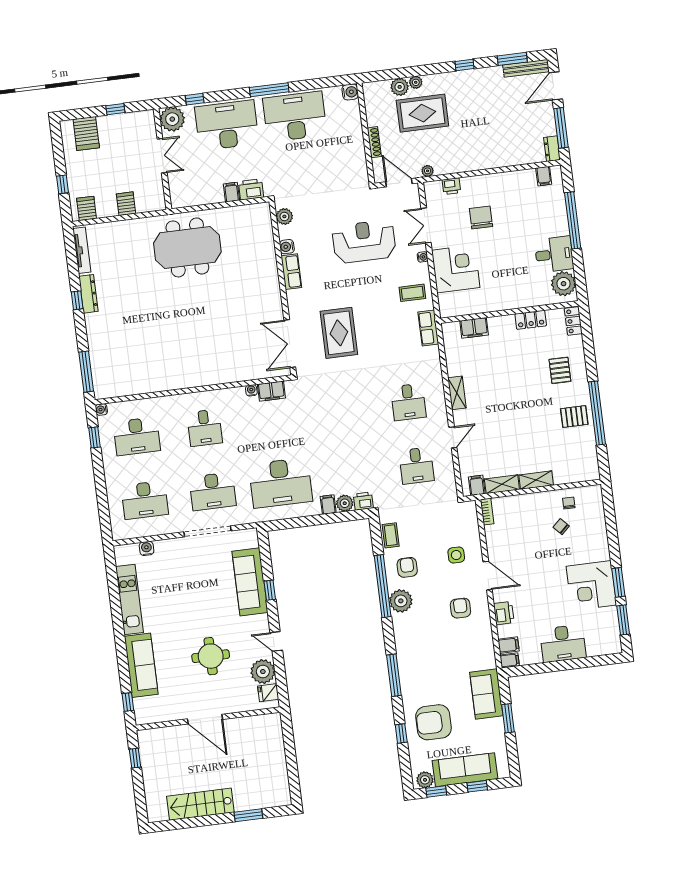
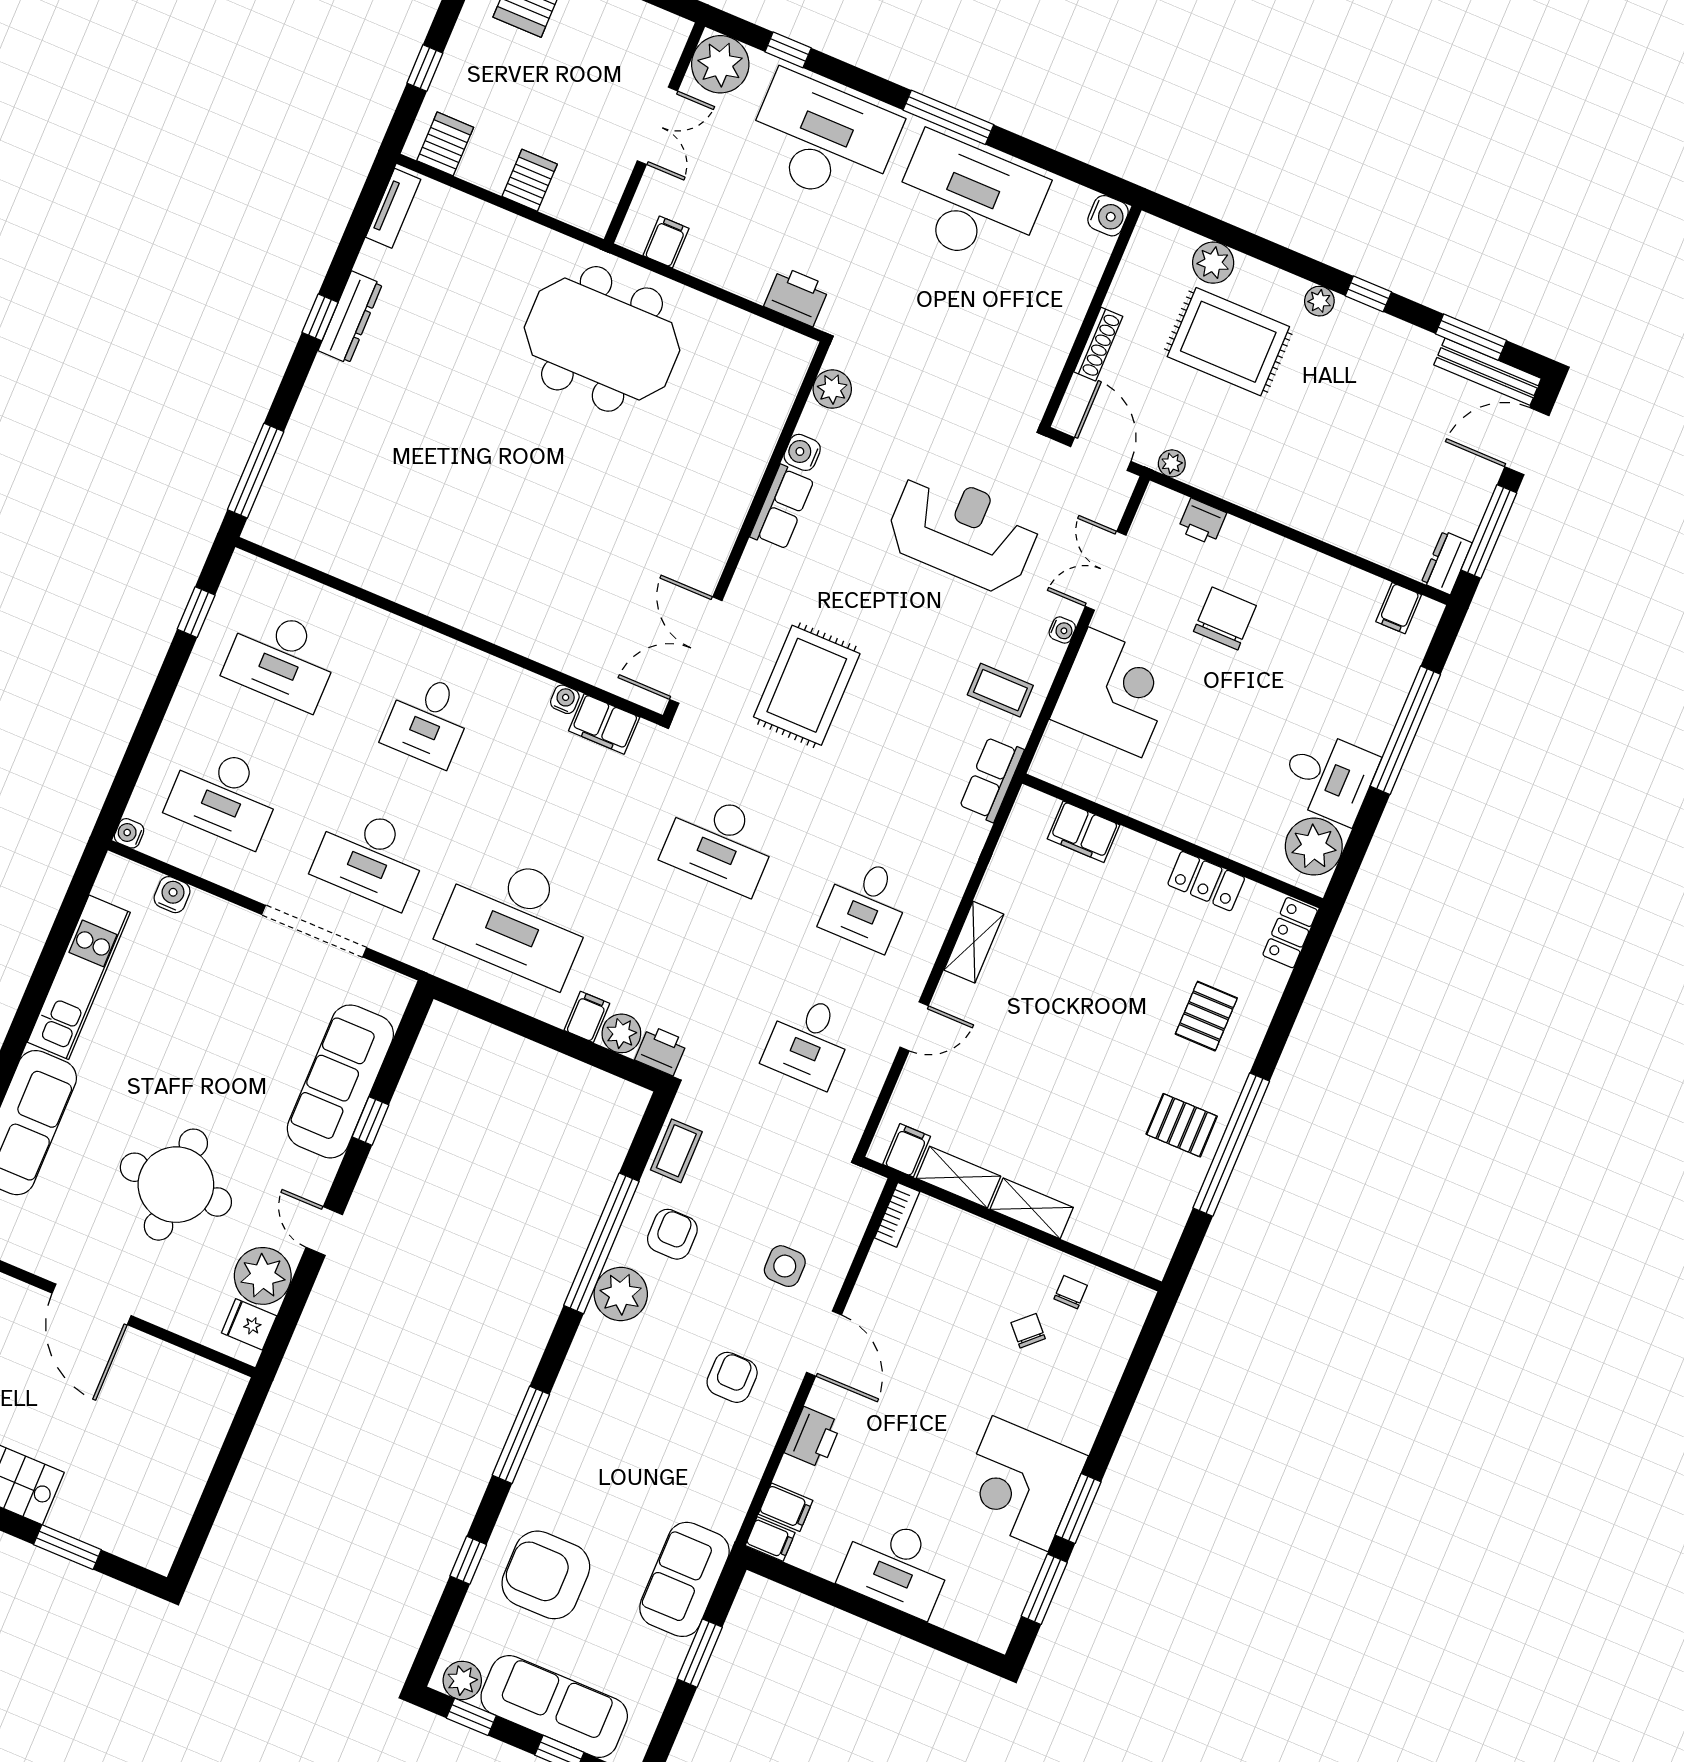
plant: (416, 82) -> (1319, 301), moved
filing cabinet: (231, 192) -> (666, 242), moved
tv unit: (82, 250) -> (393, 208), width x0.71
water cooler: (101, 410) -> (129, 833), moved
desk: (340, 411) -> (720, 843), added
round table: (211, 656) -> (176, 1185), width x1.36, depth x1.36

